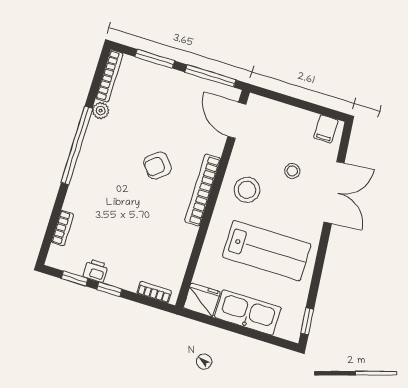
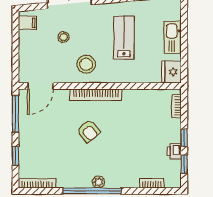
window: (155, 59) -> (16, 156), width x0.67
plant: (101, 111) -> (98, 182), moved
lab bench: (267, 251) -> (124, 38), width x0.73, depth x0.72
kitchen sink: (248, 312) -> (173, 37), width x0.73, depth x0.81

